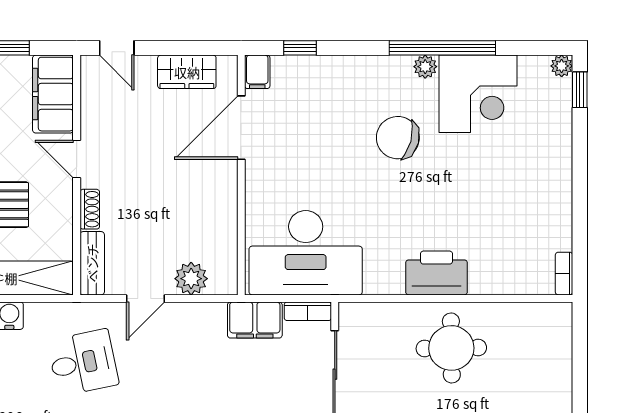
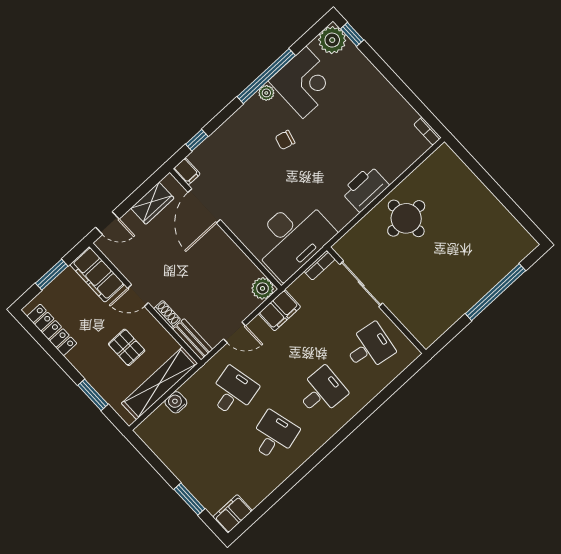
plant: (562, 66) -> (332, 40), width x1.88, depth x1.88
chair: (398, 138) -> (285, 140), width x0.54, depth x0.54
plant: (191, 279) -> (263, 288), moved
door: (146, 298) -> (235, 332), hinge flipped
filing cabinet: (255, 320) -> (280, 310), moved

